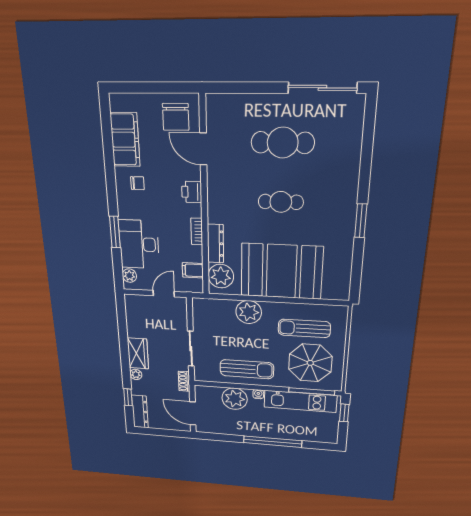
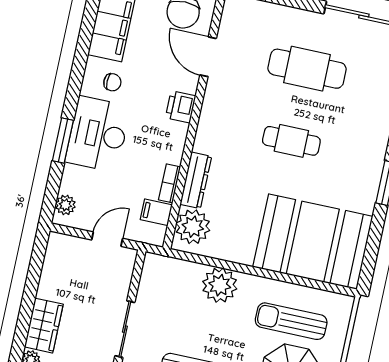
bookcase: (197, 231) -> (170, 183), moved
desk: (139, 244) -> (98, 134), moved
booth: (281, 271) -> (313, 242), moved

